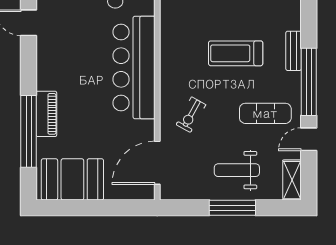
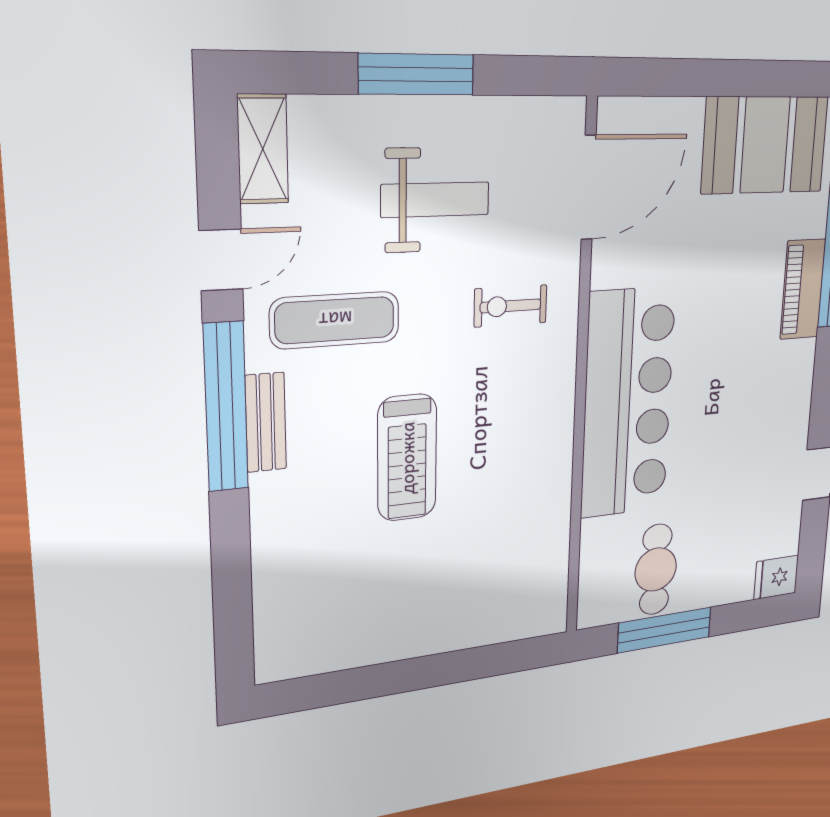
bench: (294, 51) -> (266, 422), moved
treadmill: (236, 53) -> (407, 458), turned 90
exercise bike: (191, 115) -> (511, 306), turned -119
weight bench: (237, 170) -> (435, 200), moved

